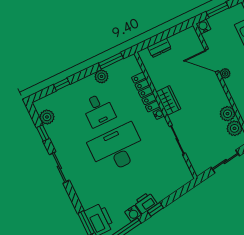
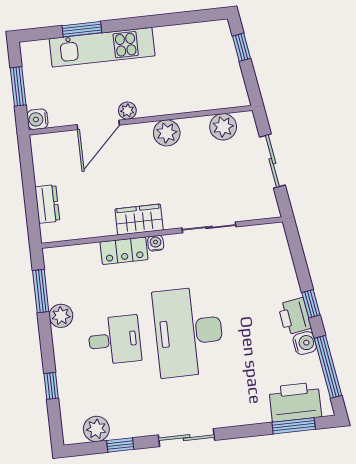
locker: (146, 92) -> (124, 251), width x0.66
plant: (228, 114) -> (167, 133), moved

